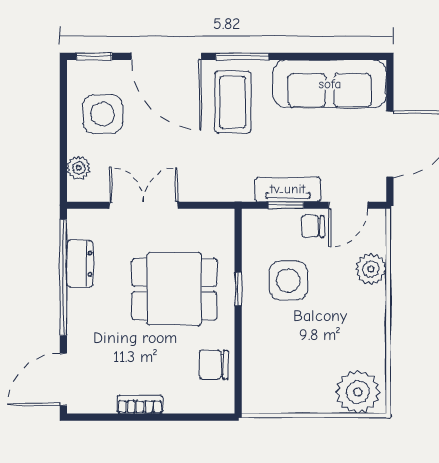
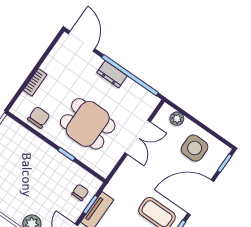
chair: (313, 226) -> (80, 192), moved
dresser: (80, 264) -> (112, 74), moved
side table: (288, 281) -> (54, 181), removed
dining table: (174, 289) -> (88, 124), turned 90
bookcase: (140, 404) -> (35, 82), moved

